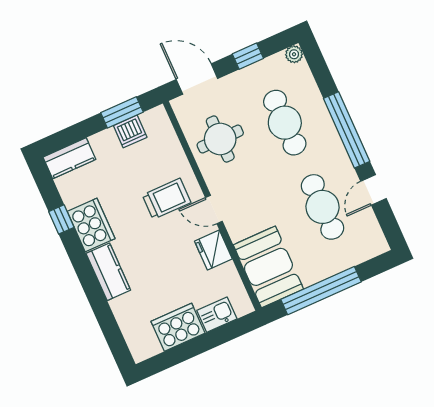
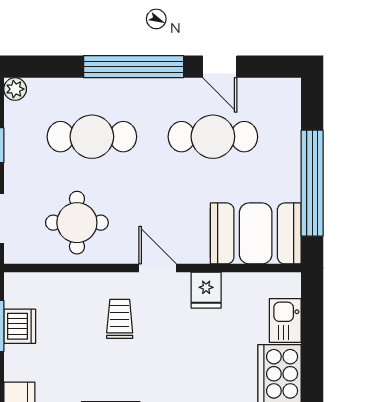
trolley: (166, 199) -> (120, 319), width x0.73, depth x0.72
door: (214, 209) -> (158, 268), swing flipped
fridge: (213, 250) -> (206, 290), width x0.72

